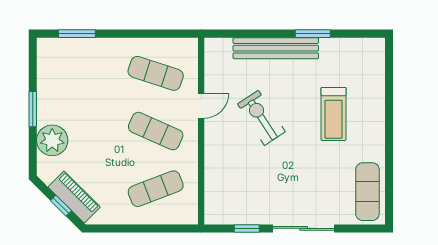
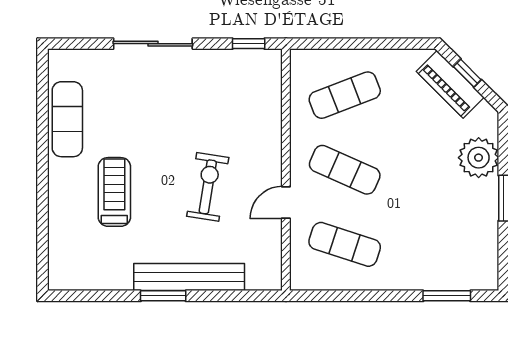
window: (313, 34) -> (163, 296), moved
exercise bike: (261, 118) -> (208, 187), turned -138
exercise mat: (367, 192) -> (67, 119), moved
window: (247, 228) -> (249, 44), moved

